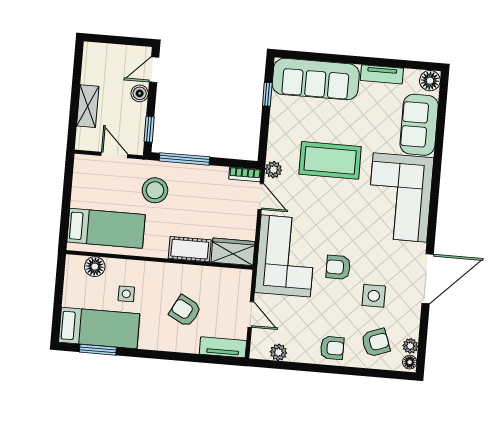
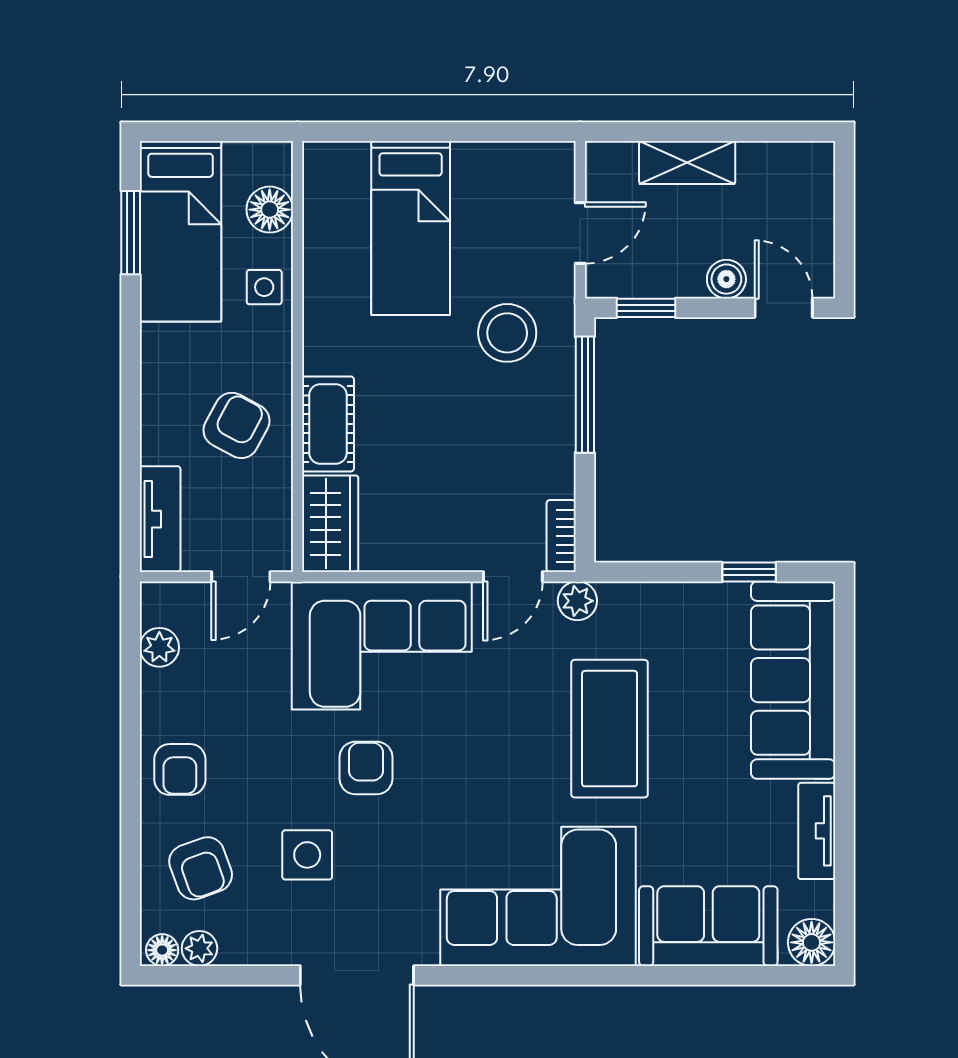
cot: (190, 249) -> (328, 424), moved
wardrobe: (233, 252) -> (330, 524), moved
wall: (159, 260) -> (297, 356), moved
floor lamp: (95, 267) -> (270, 210), moved

